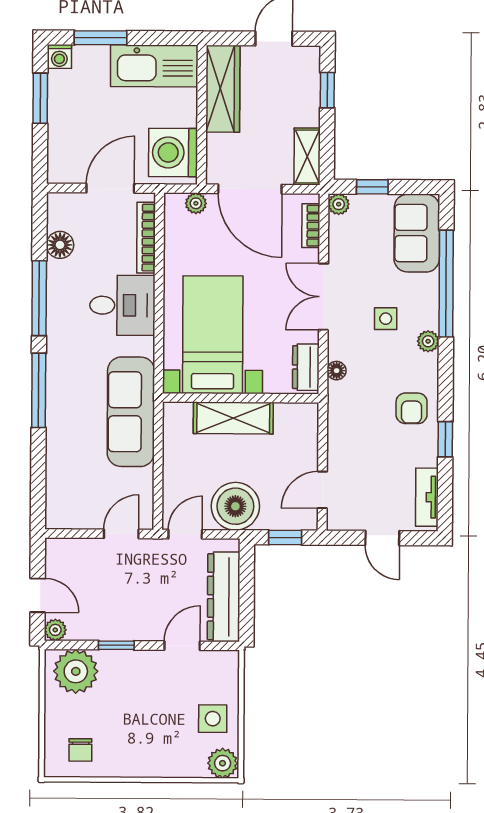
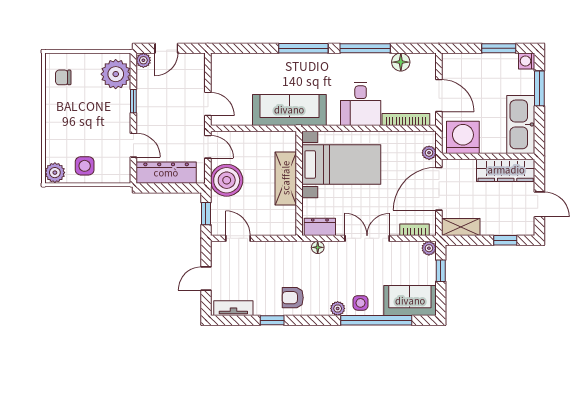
side table: (386, 319) -> (360, 303), moved

